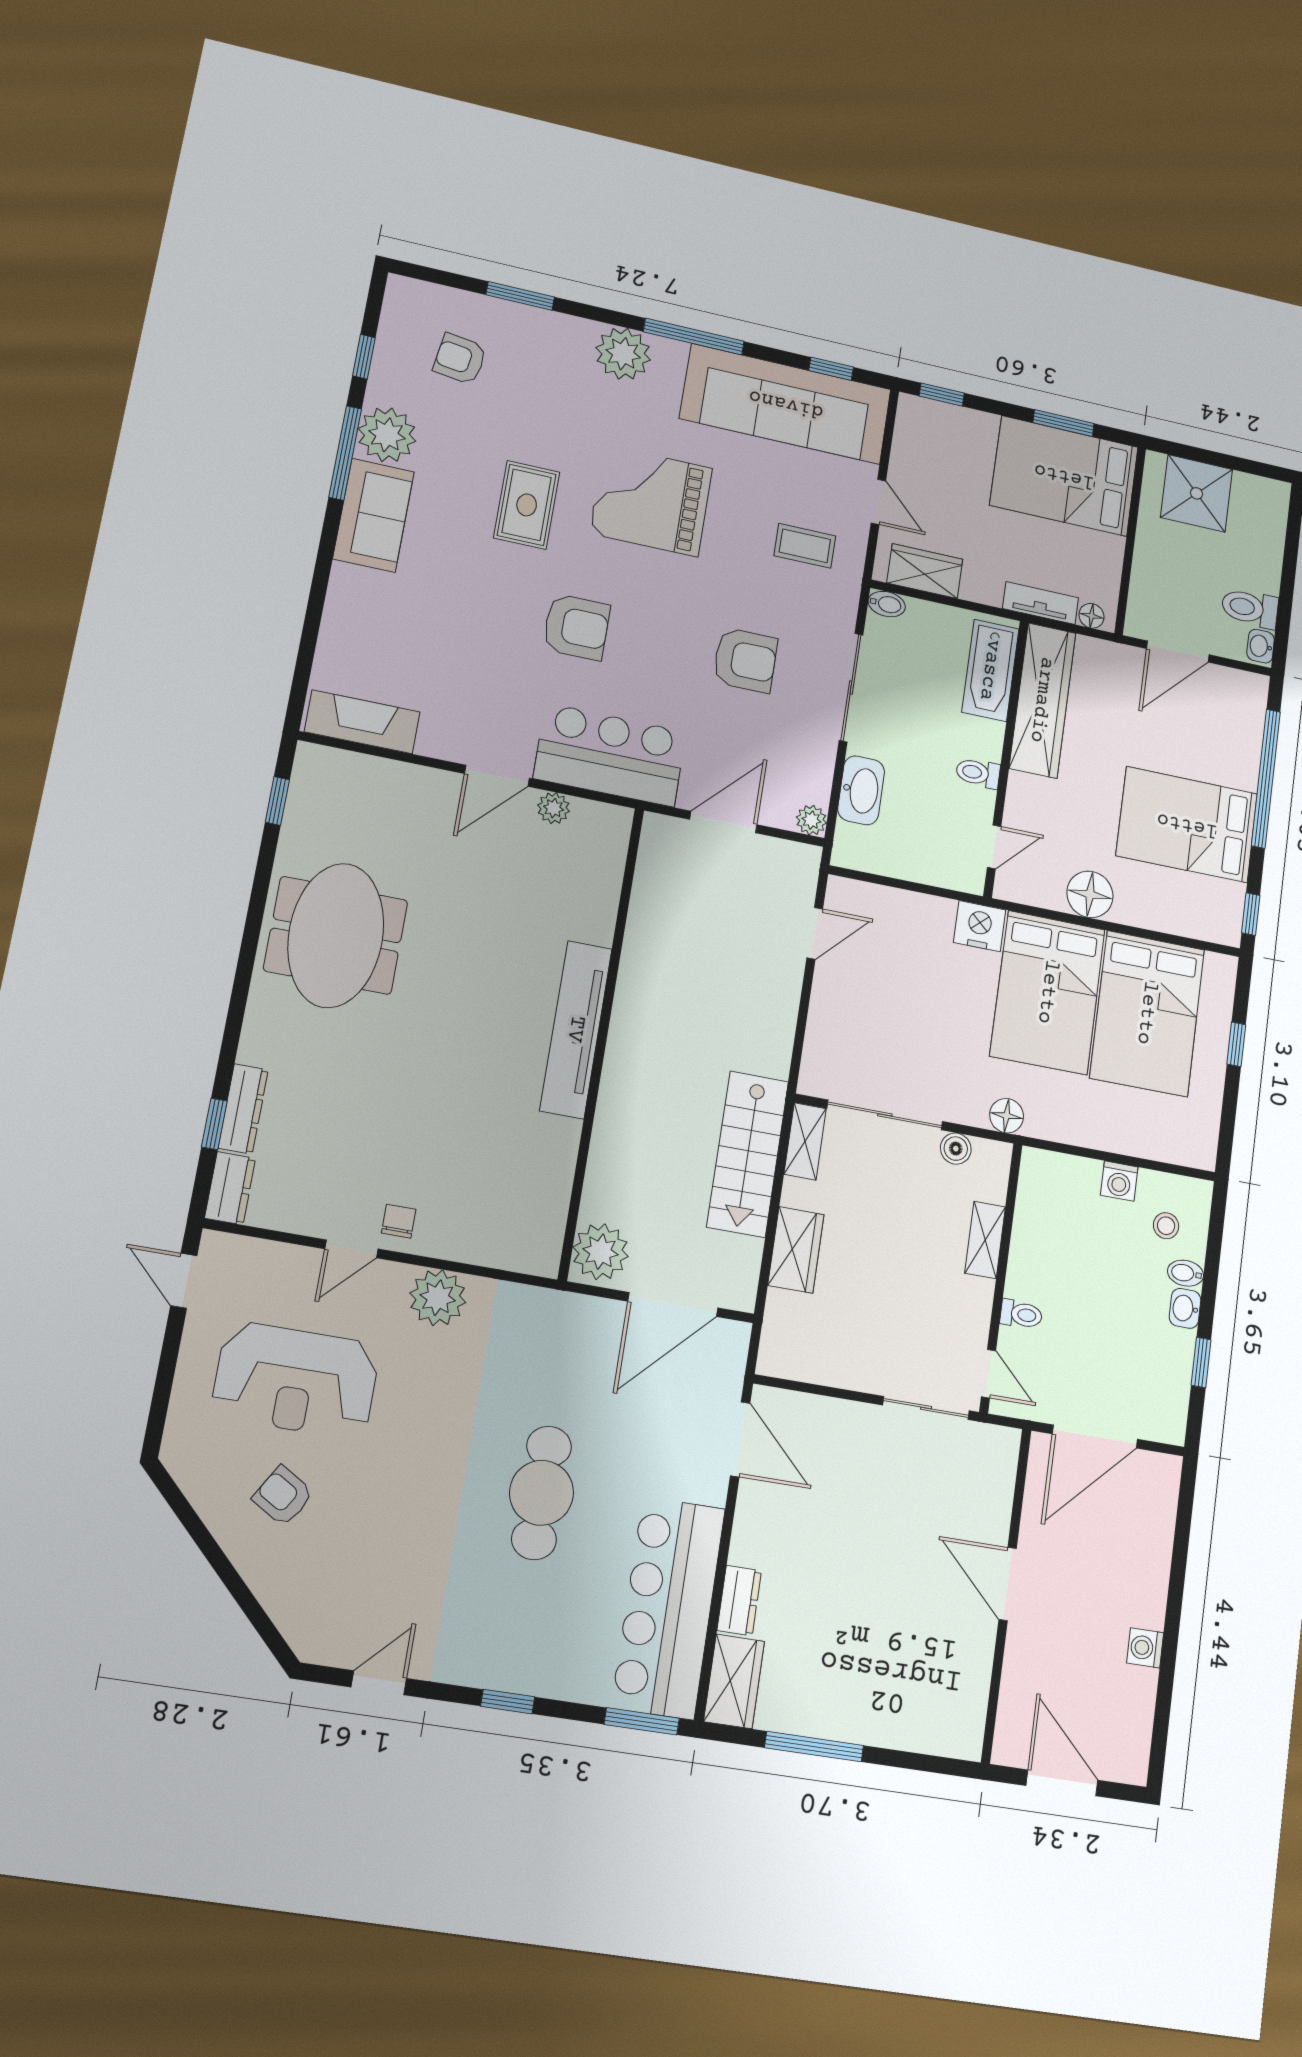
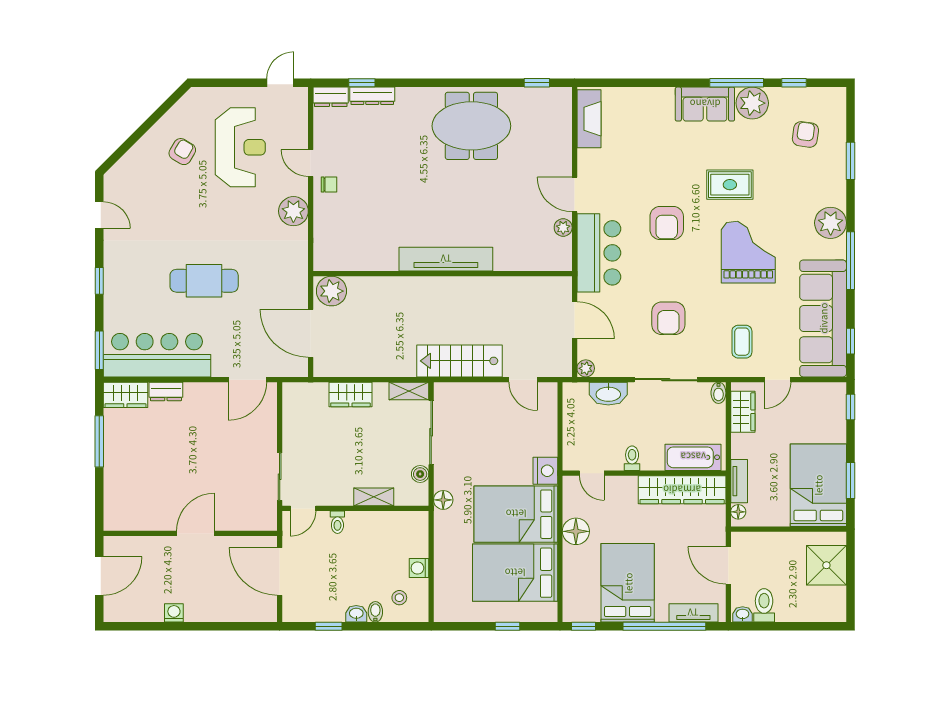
tv unit: (1249, 726) -> (693, 613), added
stairs: (748, 1154) -> (460, 361), moved
reception desk: (296, 1380) -> (240, 147), turned 180

